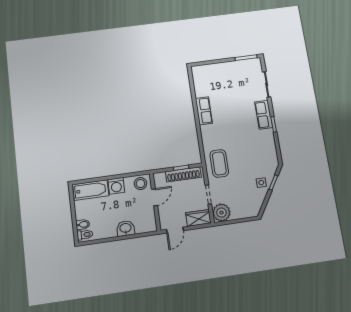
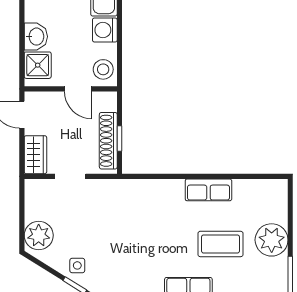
plant: (227, 71) -> (272, 240), added
coffee table: (219, 163) -> (220, 244), moved
plant: (221, 213) -> (39, 235), moved
shower: (143, 225) -> (38, 65), added

